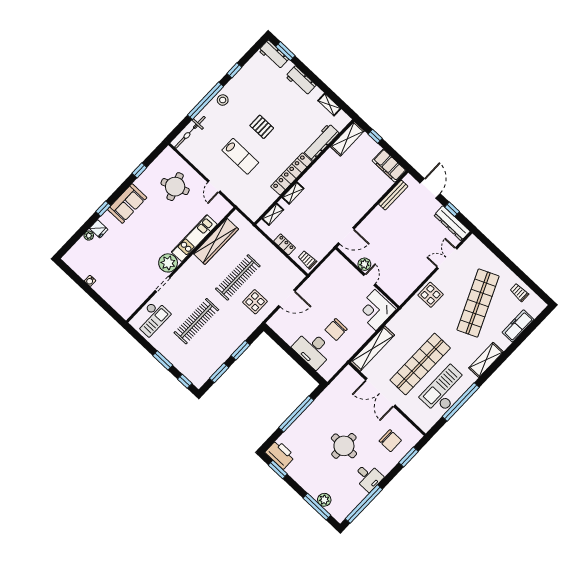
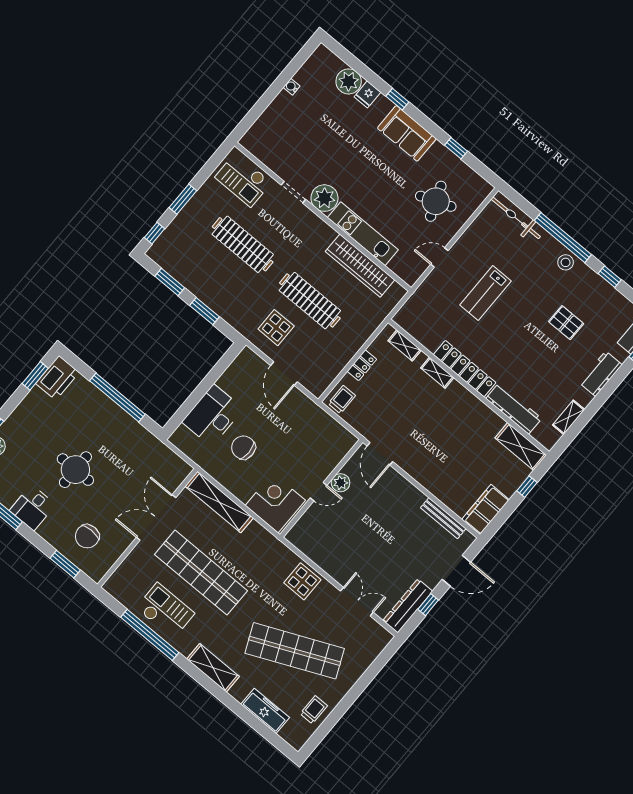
pallet: (262, 127) -> (566, 323), moved, turned 90
plant: (89, 236) -> (349, 81), width x1.88, depth x1.88
checkout: (445, 390) -> (165, 611), width x0.73, depth x0.83

